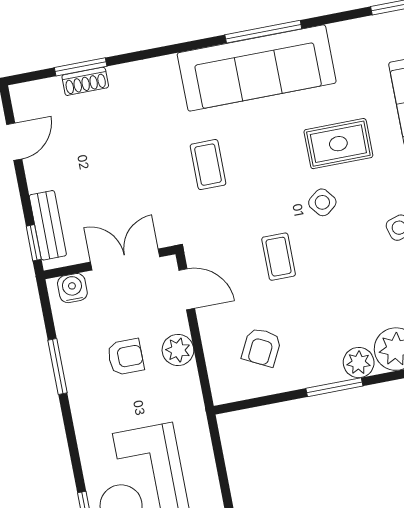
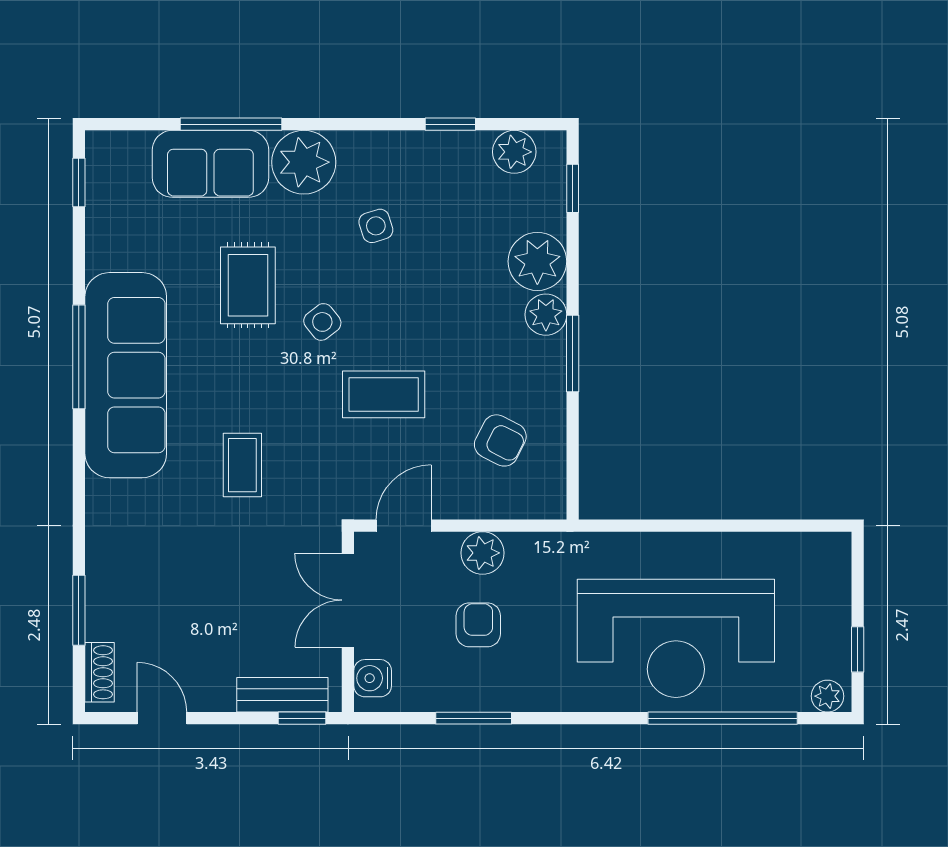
shoe rack: (85, 81) -> (100, 672), moved
coffee table: (208, 165) -> (242, 465), turned 90
coffee table: (279, 257) -> (384, 394), width x1.36, depth x1.30

